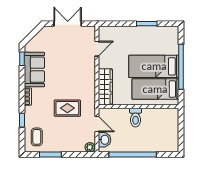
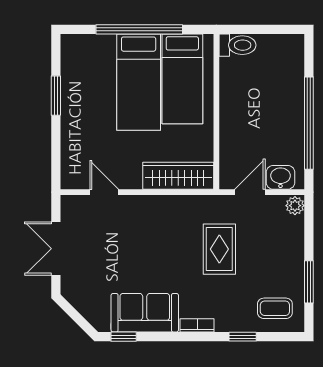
toilet: (136, 118) -> (237, 45), moved

